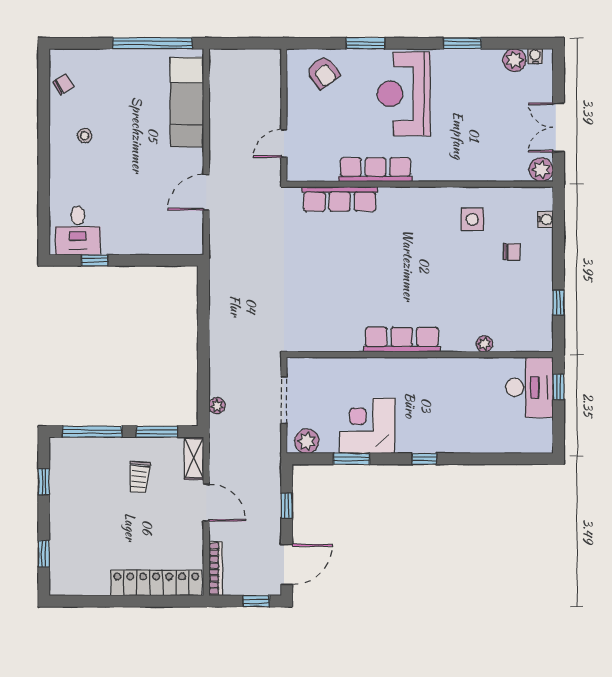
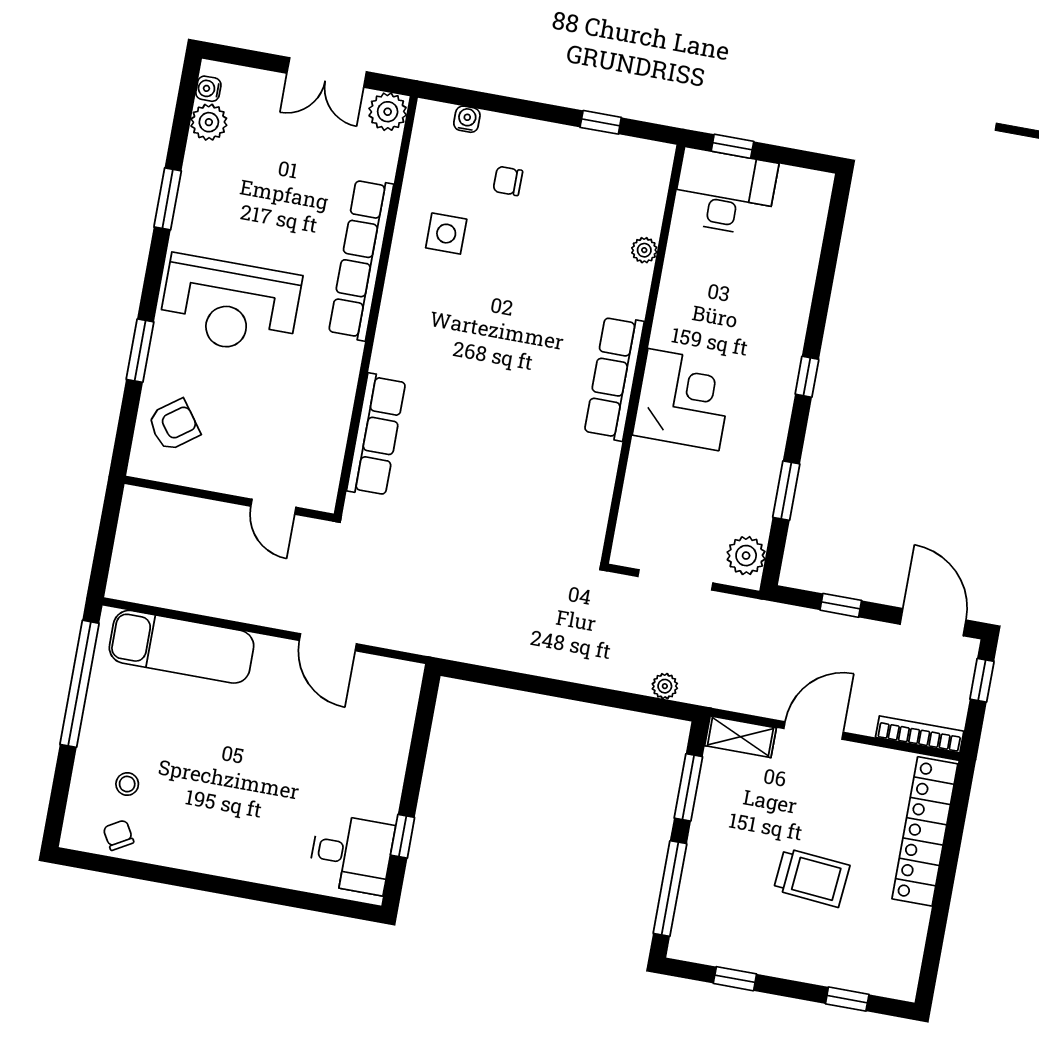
stool: (85, 136) -> (127, 784), moved
row of seats: (375, 170) -> (361, 259), moved, width x1.36
chair: (512, 252) -> (508, 181), turned -90
corner desk: (367, 426) -> (683, 400), moved, turned 180
trolley: (139, 477) -> (812, 878), moved, width x1.36, depth x1.39

